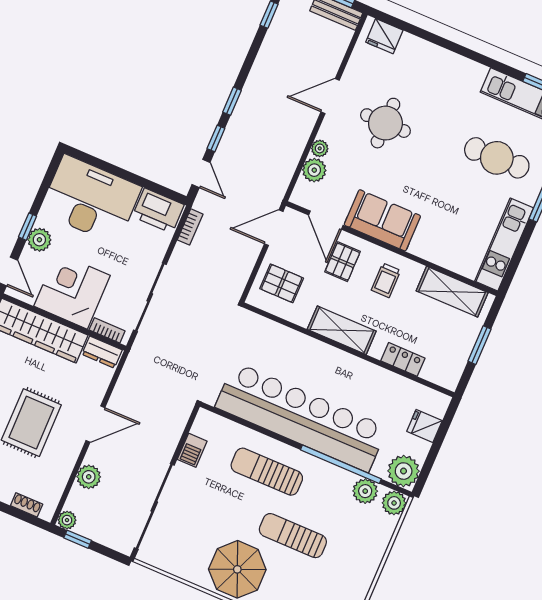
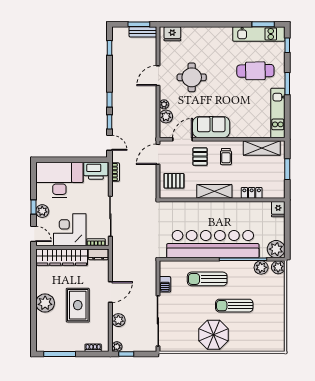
door: (326, 220) -> (183, 139), swing flipped
fridge: (425, 426) -> (278, 209), moved, turned -90

